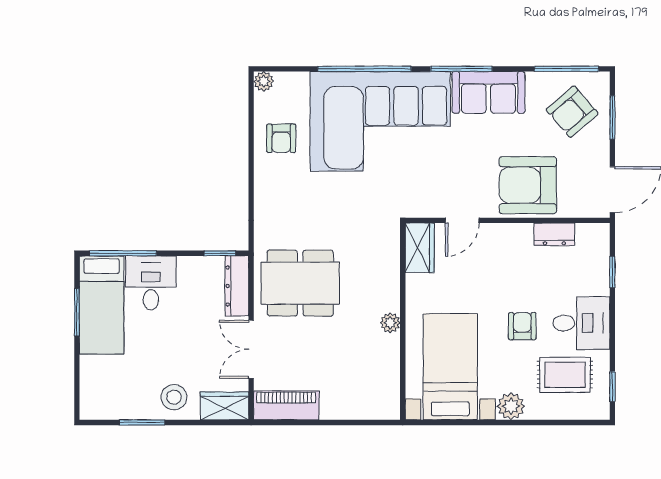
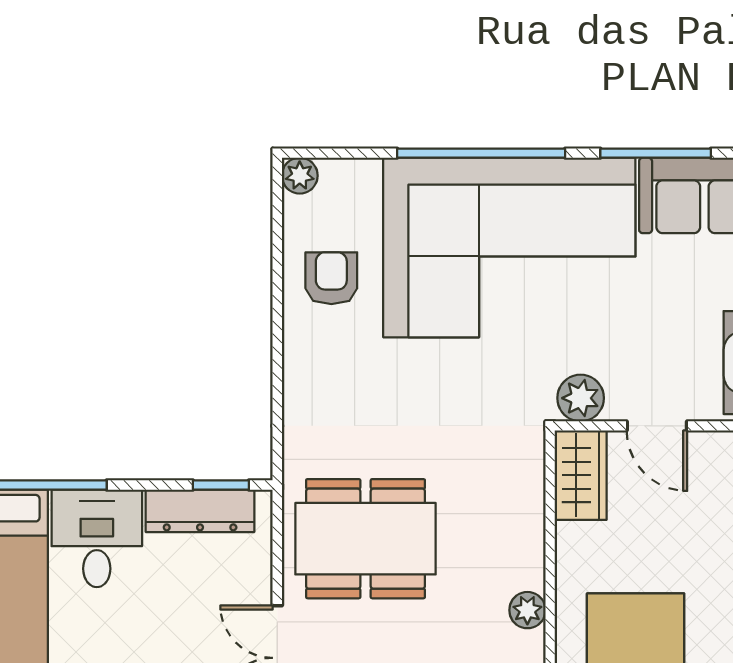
armchair: (281, 138) -> (331, 278), turned 180
plant: (420, 205) -> (581, 398), added
door: (462, 220) -> (657, 426), hinge flipped
dresser: (237, 286) -> (200, 511), moved, turned -90

